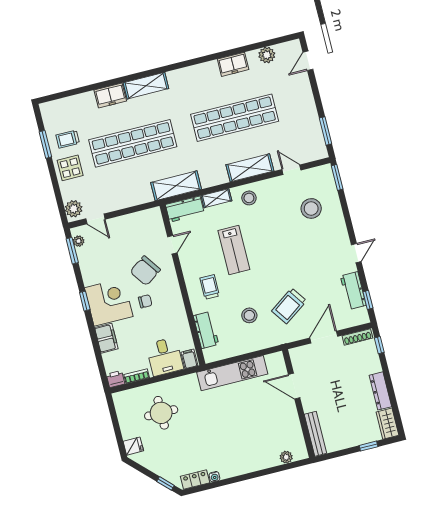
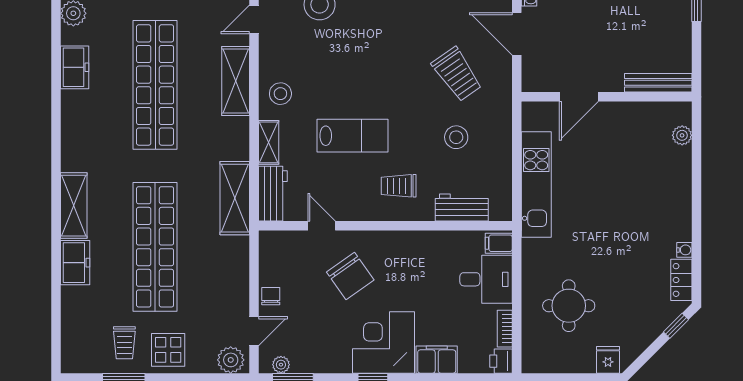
chair: (145, 301) -> (271, 296), moved

